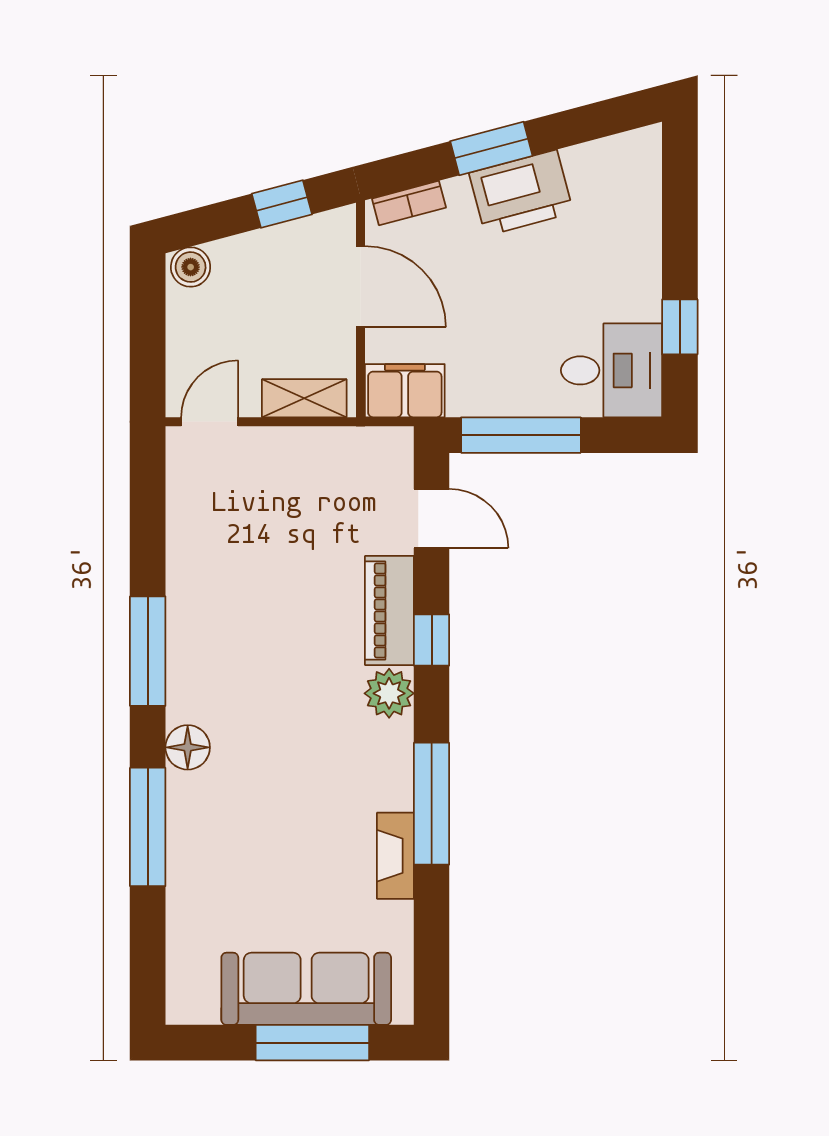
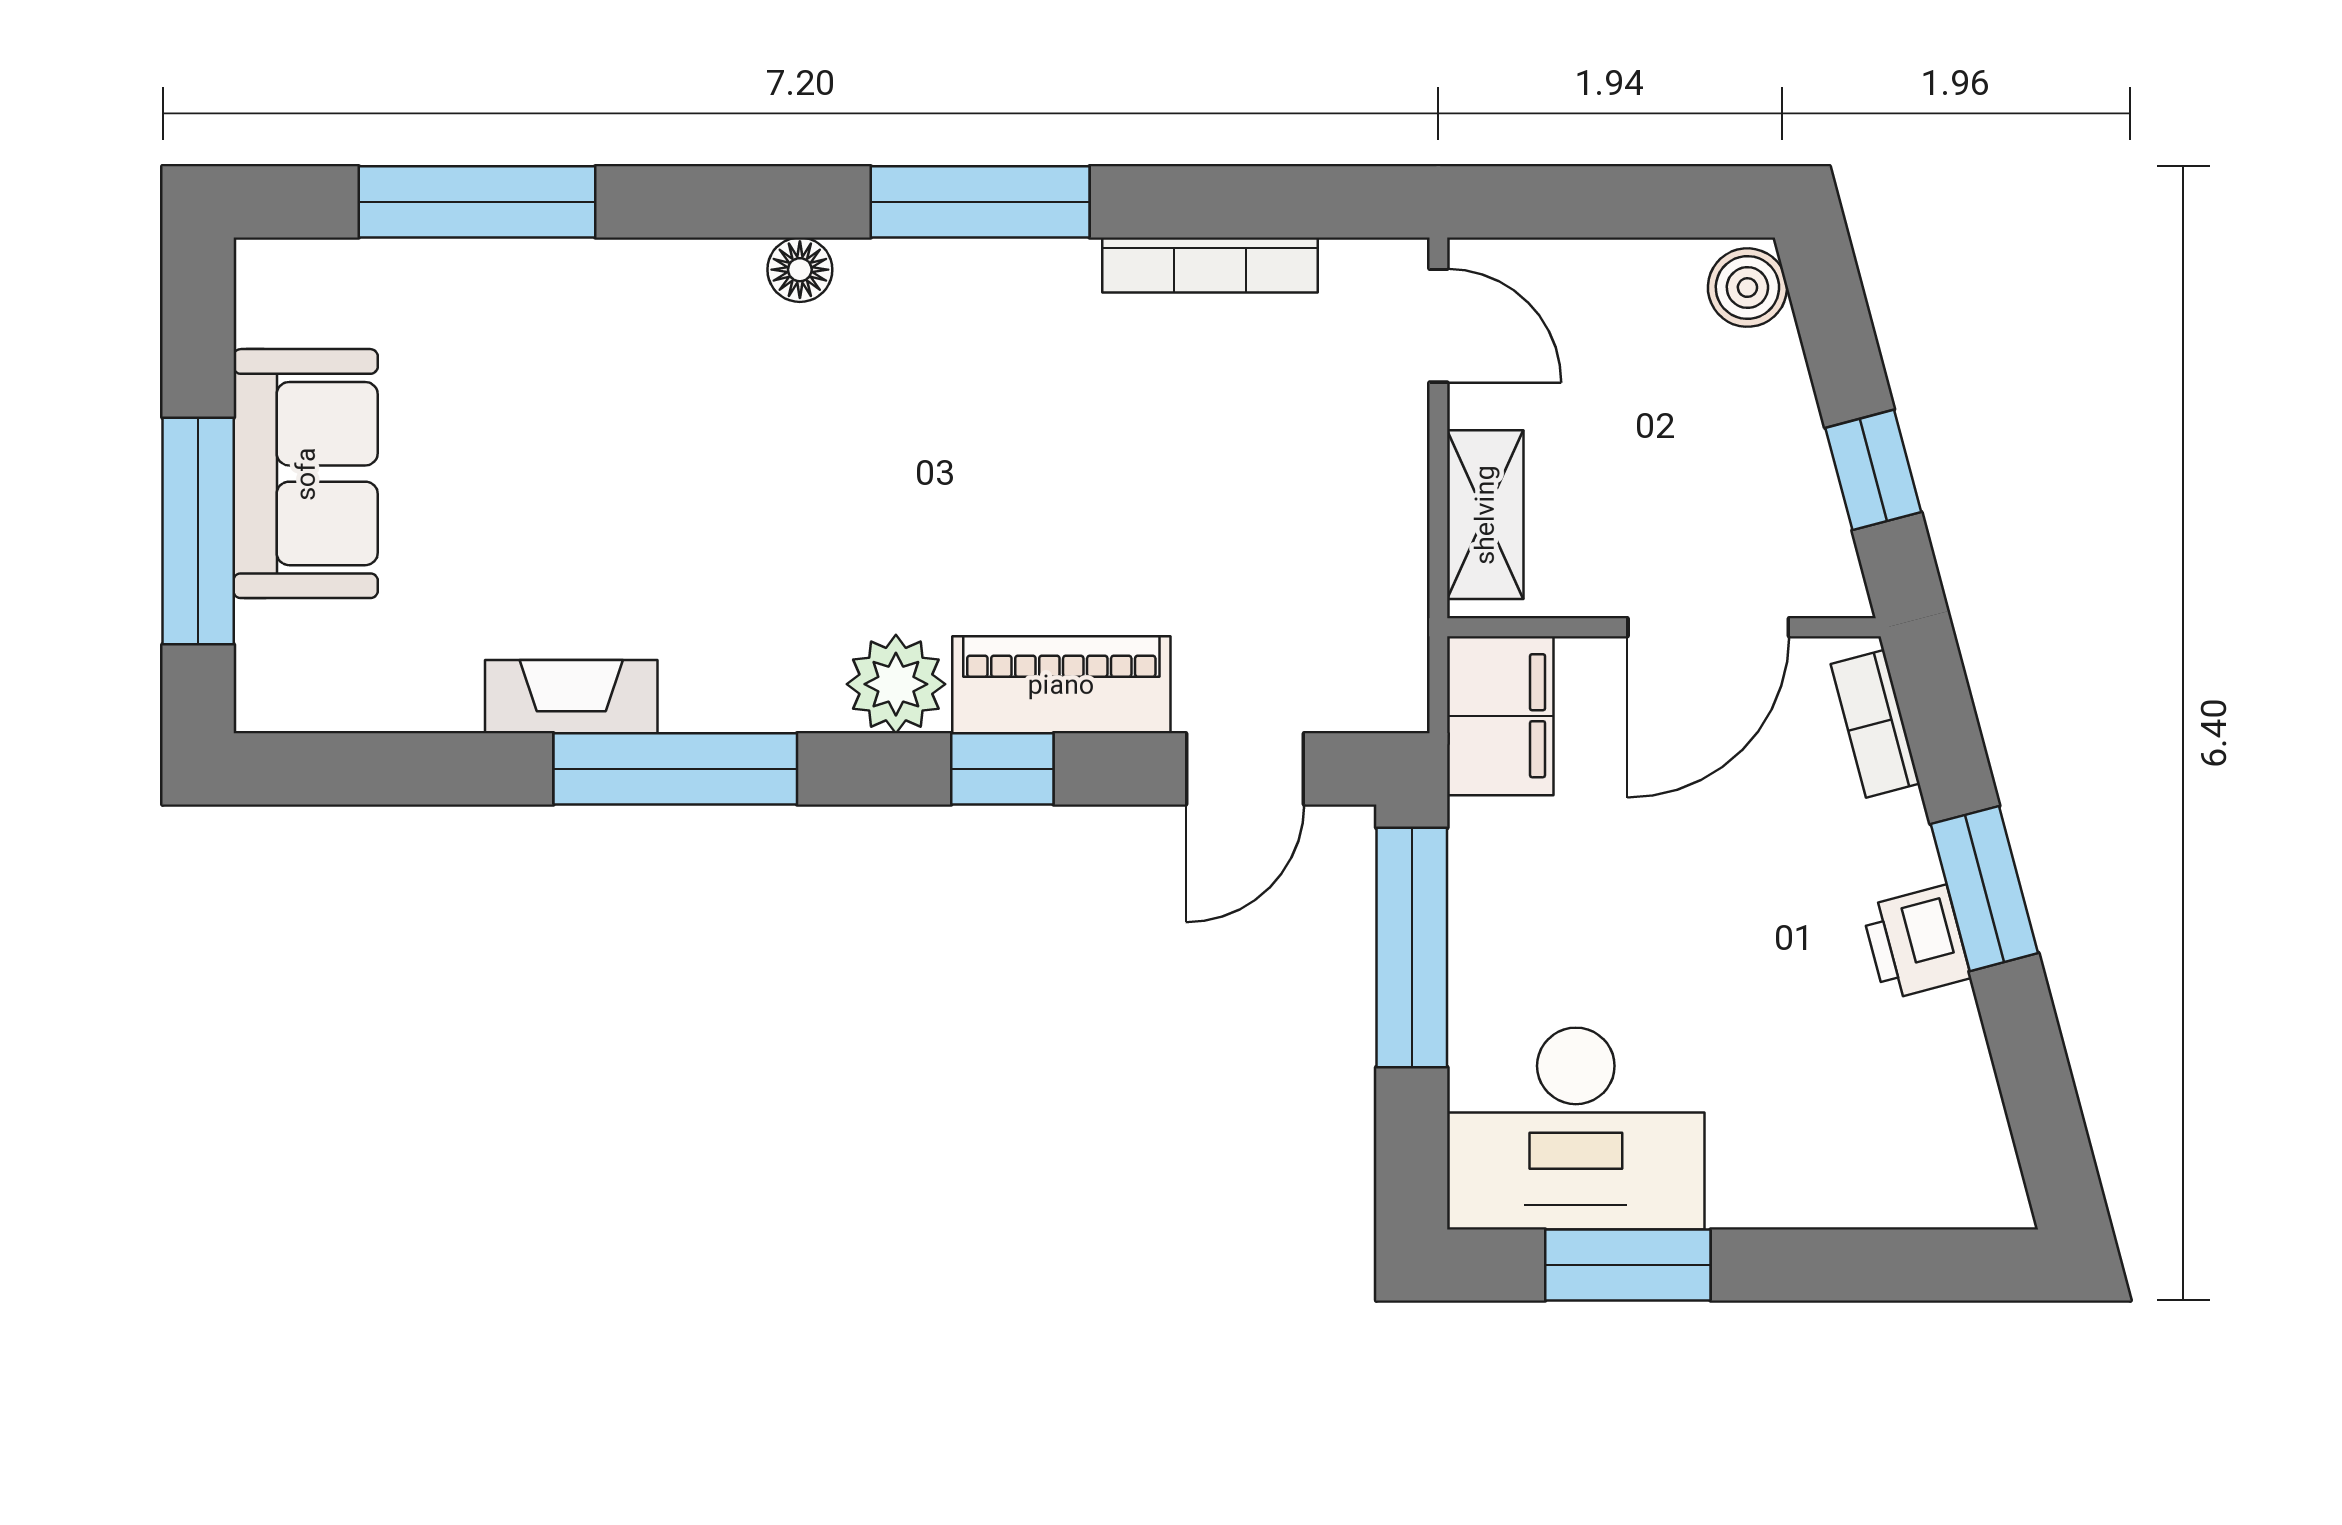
printer: (521, 193) -> (1916, 943), width x0.53, depth x0.68
window: (680, 327) -> (1628, 1265), width x1.50
desk: (612, 370) -> (1576, 1129), width x1.37
bookcase: (179, 536) -> (1210, 265), added
floor lamp: (188, 747) -> (800, 270), width x0.73, depth x0.73
window: (148, 827) -> (477, 202), moved
sofa: (306, 989) -> (306, 474), width x0.73

